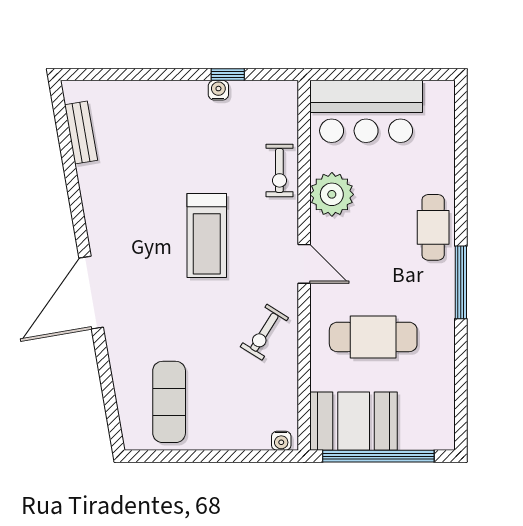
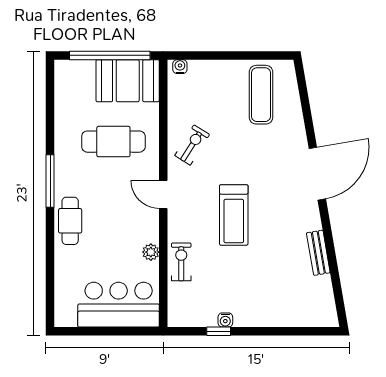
bench: (81, 132) -> (318, 253), moved
plant: (332, 194) -> (151, 252), width x0.53, depth x0.53
treadmill: (207, 235) -> (234, 215), turned 180

